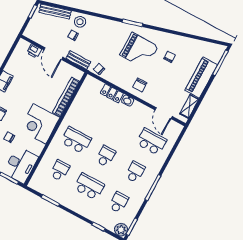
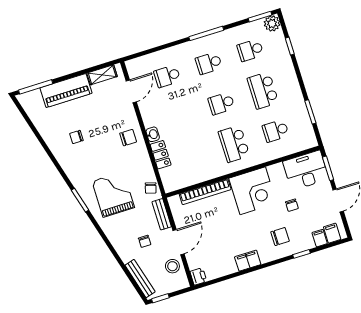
stool: (80, 22) -> (172, 266), moved
printer: (34, 51) -> (198, 276), moved
grand piano: (139, 51) -> (113, 194), moved
school desk: (151, 142) -> (167, 76), width x0.54

